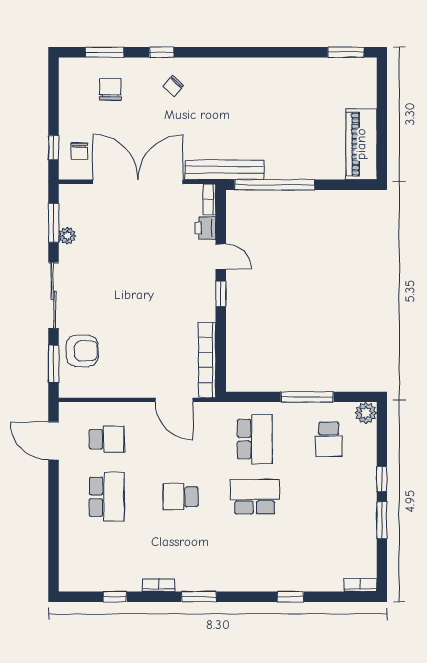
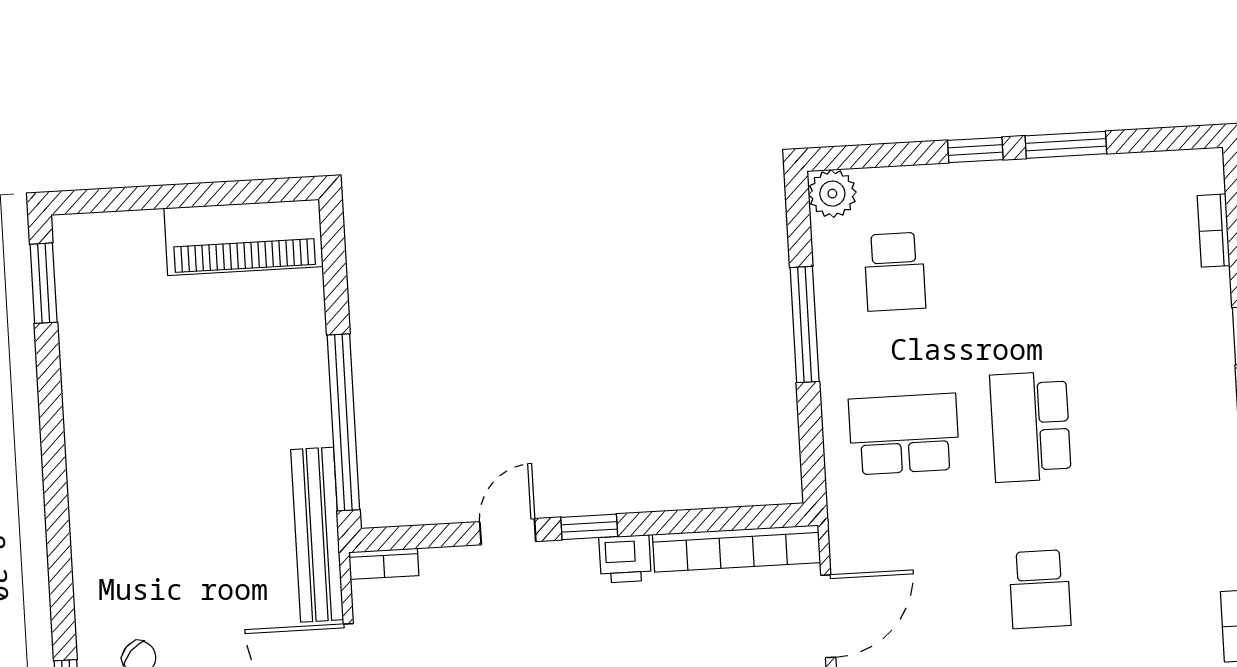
printer: (205, 228) -> (625, 559), moved
school desk: (329, 439) -> (895, 272), turned 90
bookcase: (360, 585) -> (1214, 231), moved

